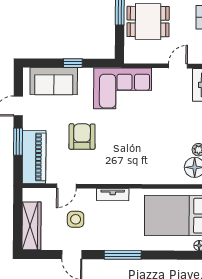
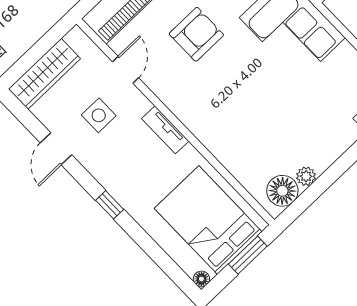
door: (66, 186) -> (125, 70), swing flipped
window: (123, 255) -> (110, 205), width x0.46

